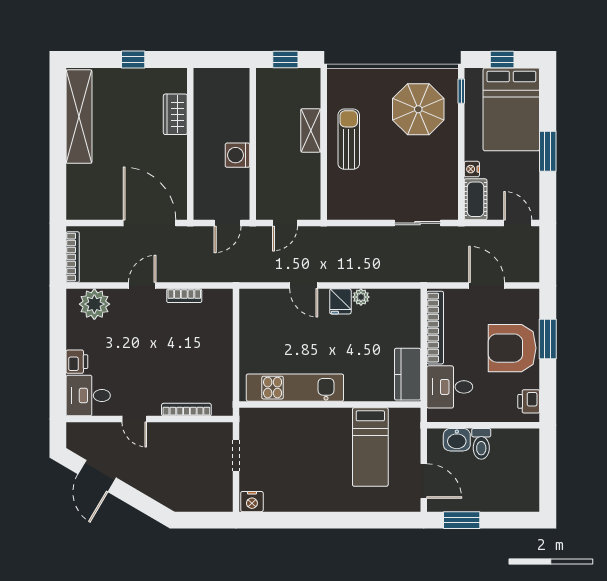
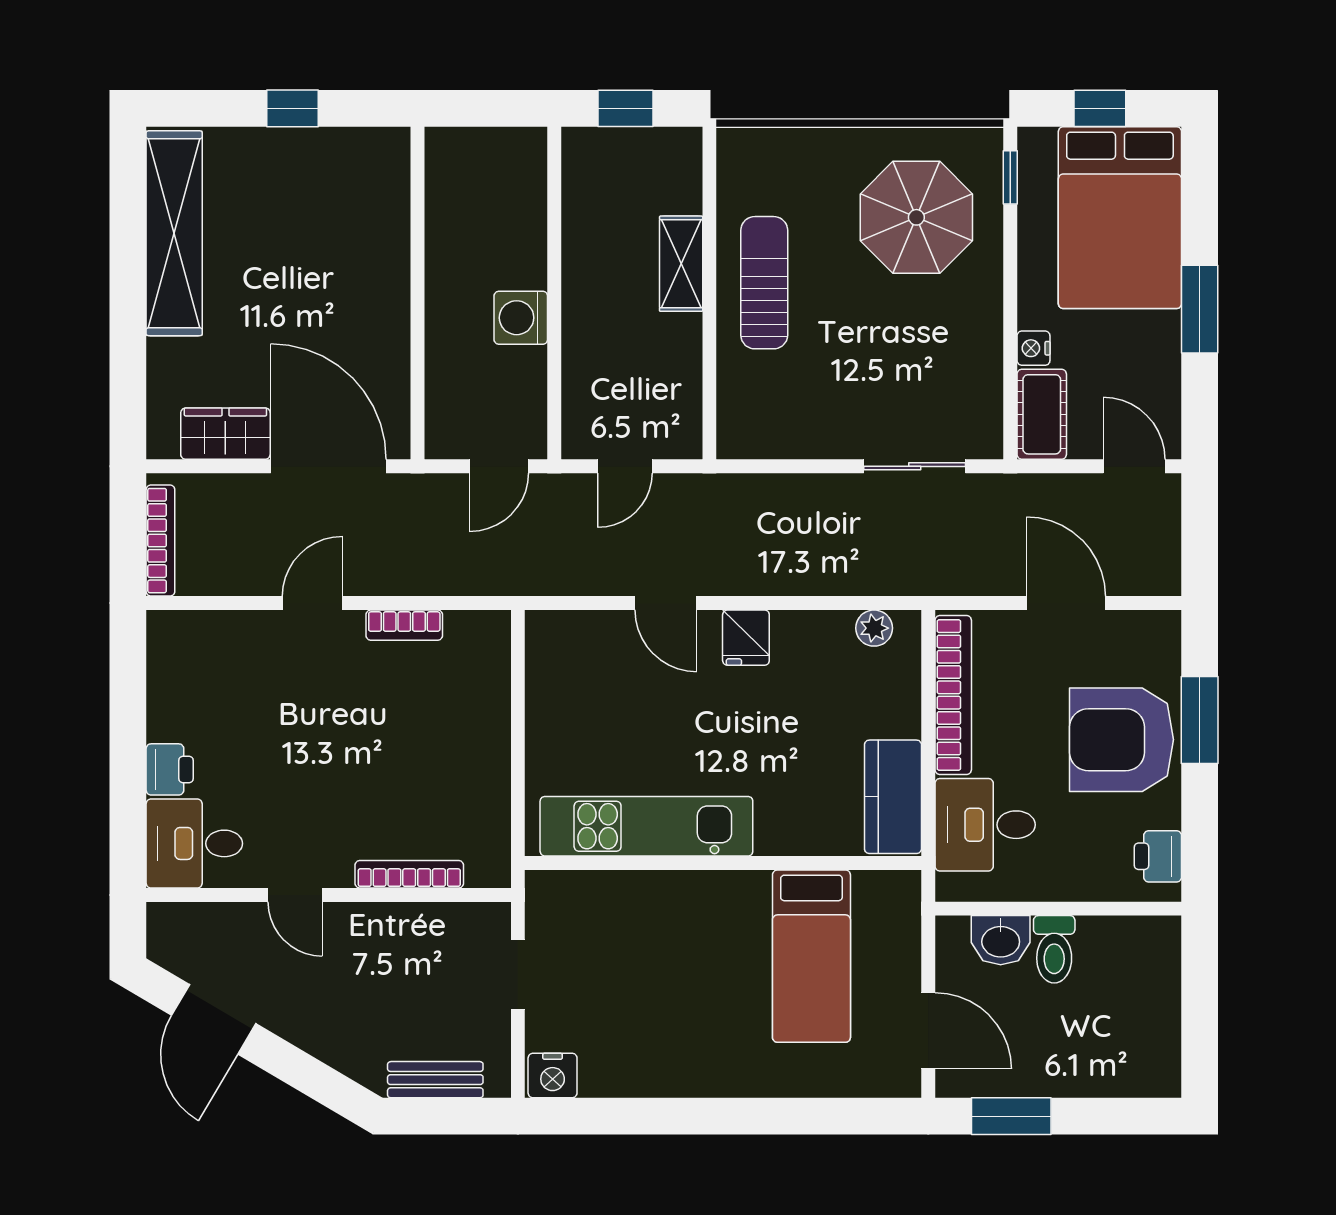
wardrobe: (175, 114) -> (225, 434), moved, turned 90
plant: (361, 297) -> (874, 628), moved
plant: (94, 304) -> (208, 644), removed
bench: (198, 503) -> (435, 1080), added

